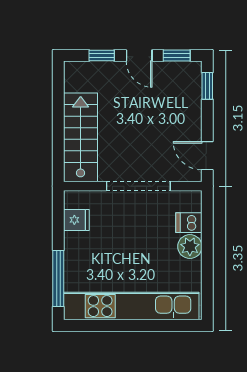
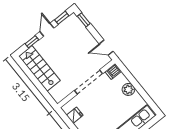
door: (139, 56) -> (47, 30), swing flipped
stairs: (81, 137) -> (40, 68), moved
dishwasher: (189, 223) -> (113, 71), moved

